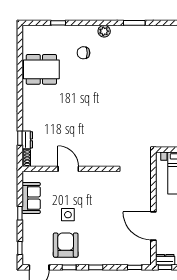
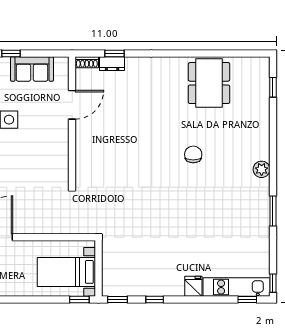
window: (58, 23) -> (273, 87), moved
chair: (83, 53) -> (193, 154), moved
door: (68, 169) -> (72, 105), moved

